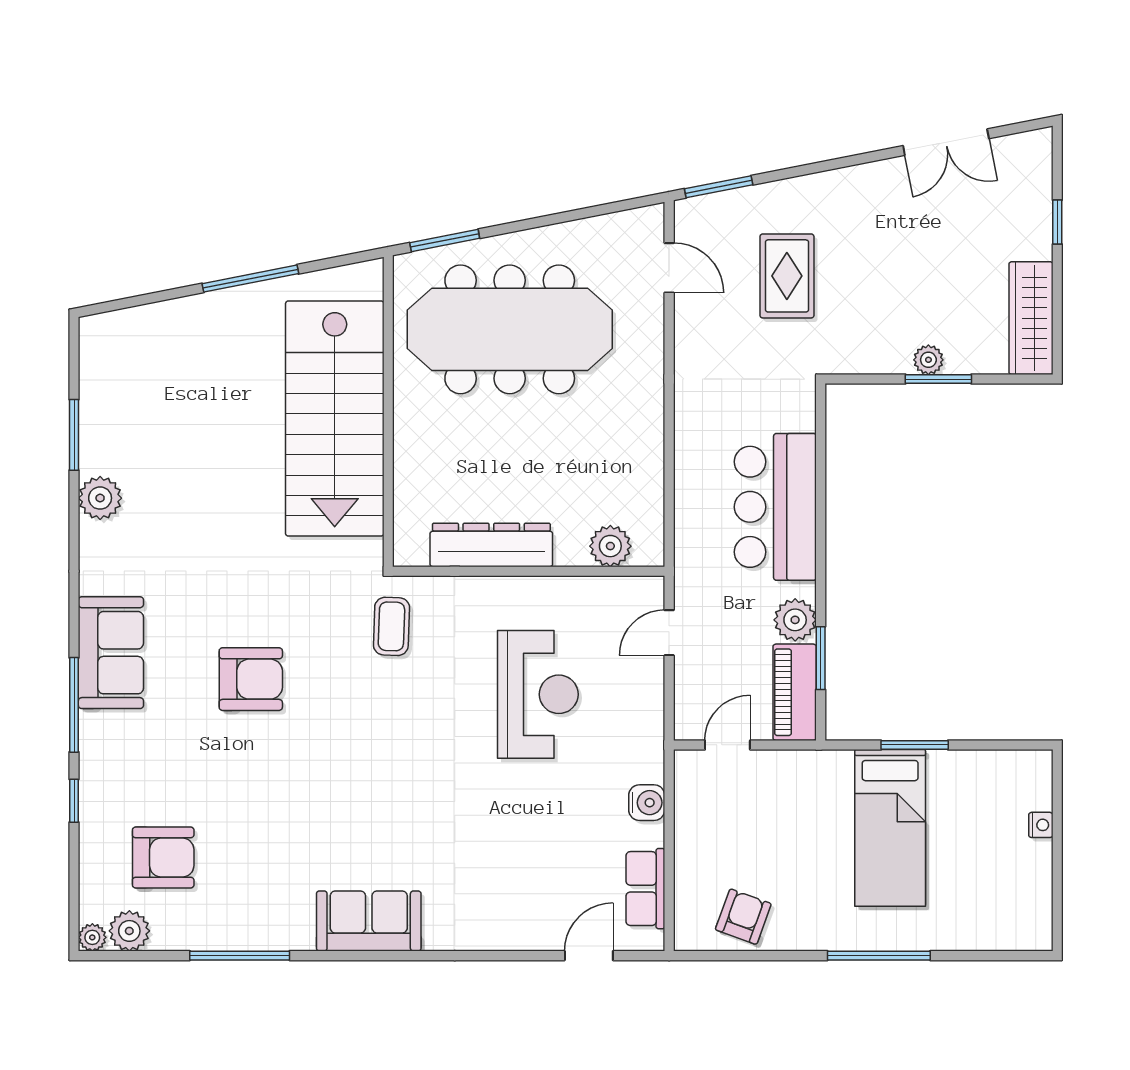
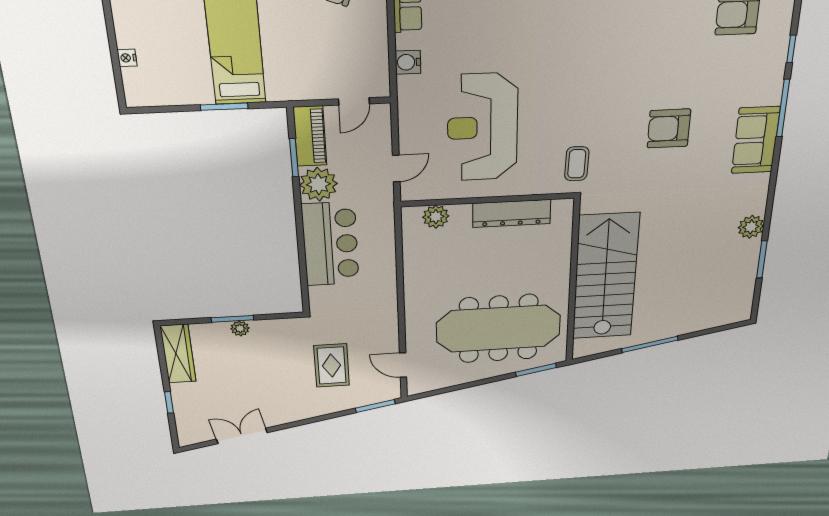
plant: (795, 620) -> (318, 184), width x1.36, depth x1.36
reception desk: (538, 694) -> (483, 127), width x1.36, depth x1.30

